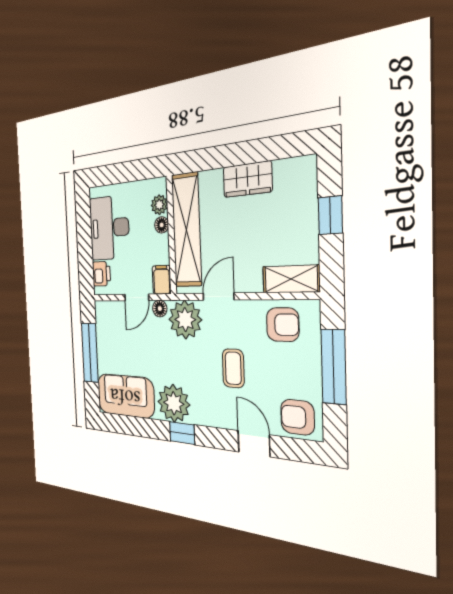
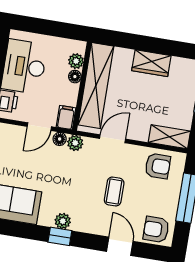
plant: (185, 320) -> (75, 143), width x0.53, depth x0.53
plant: (174, 403) -> (63, 221), width x0.53, depth x0.53

